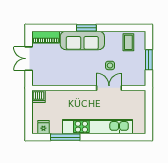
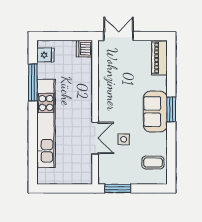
sofa: (82, 40) -> (155, 112), width x0.73
double door: (29, 59) -> (118, 36), moved
window: (149, 60) -> (118, 188), moved

